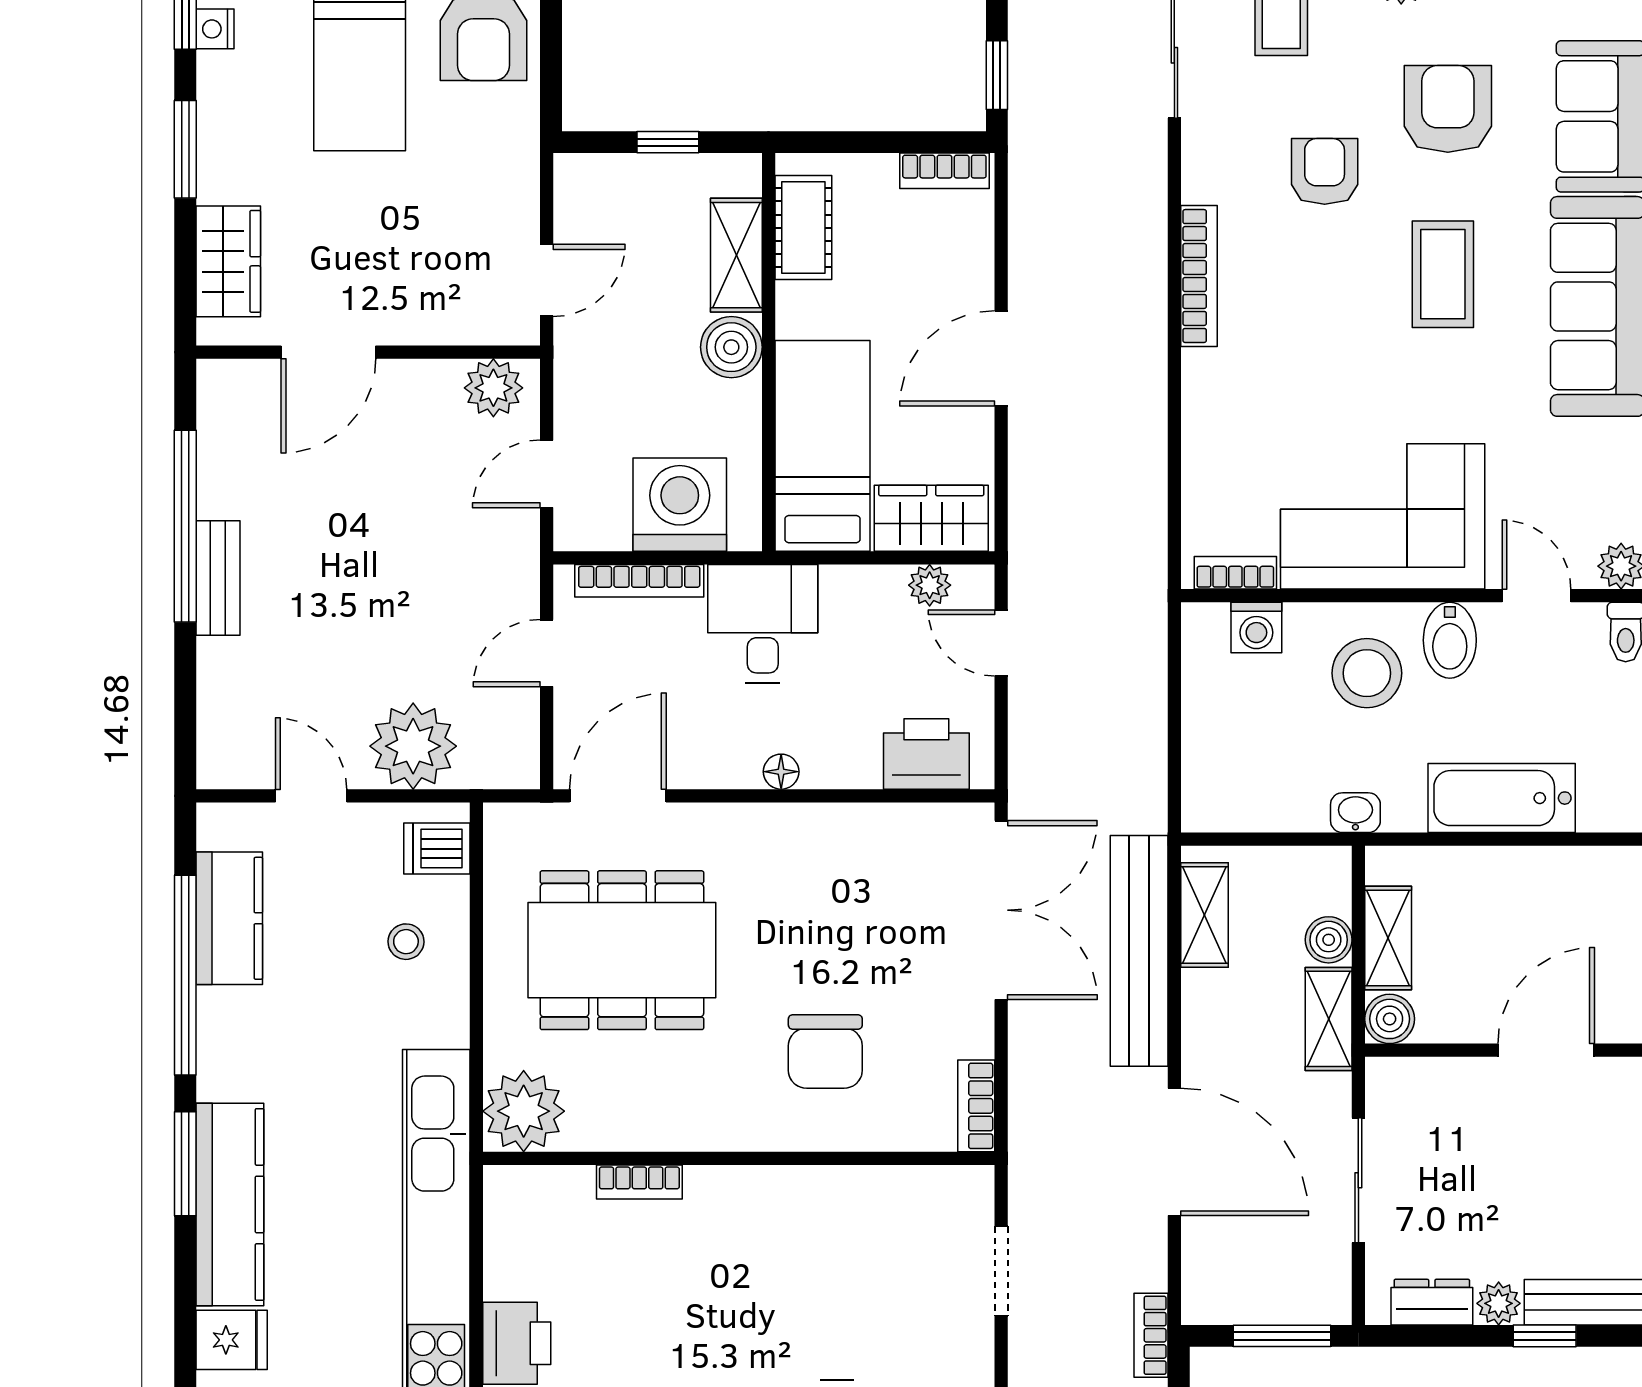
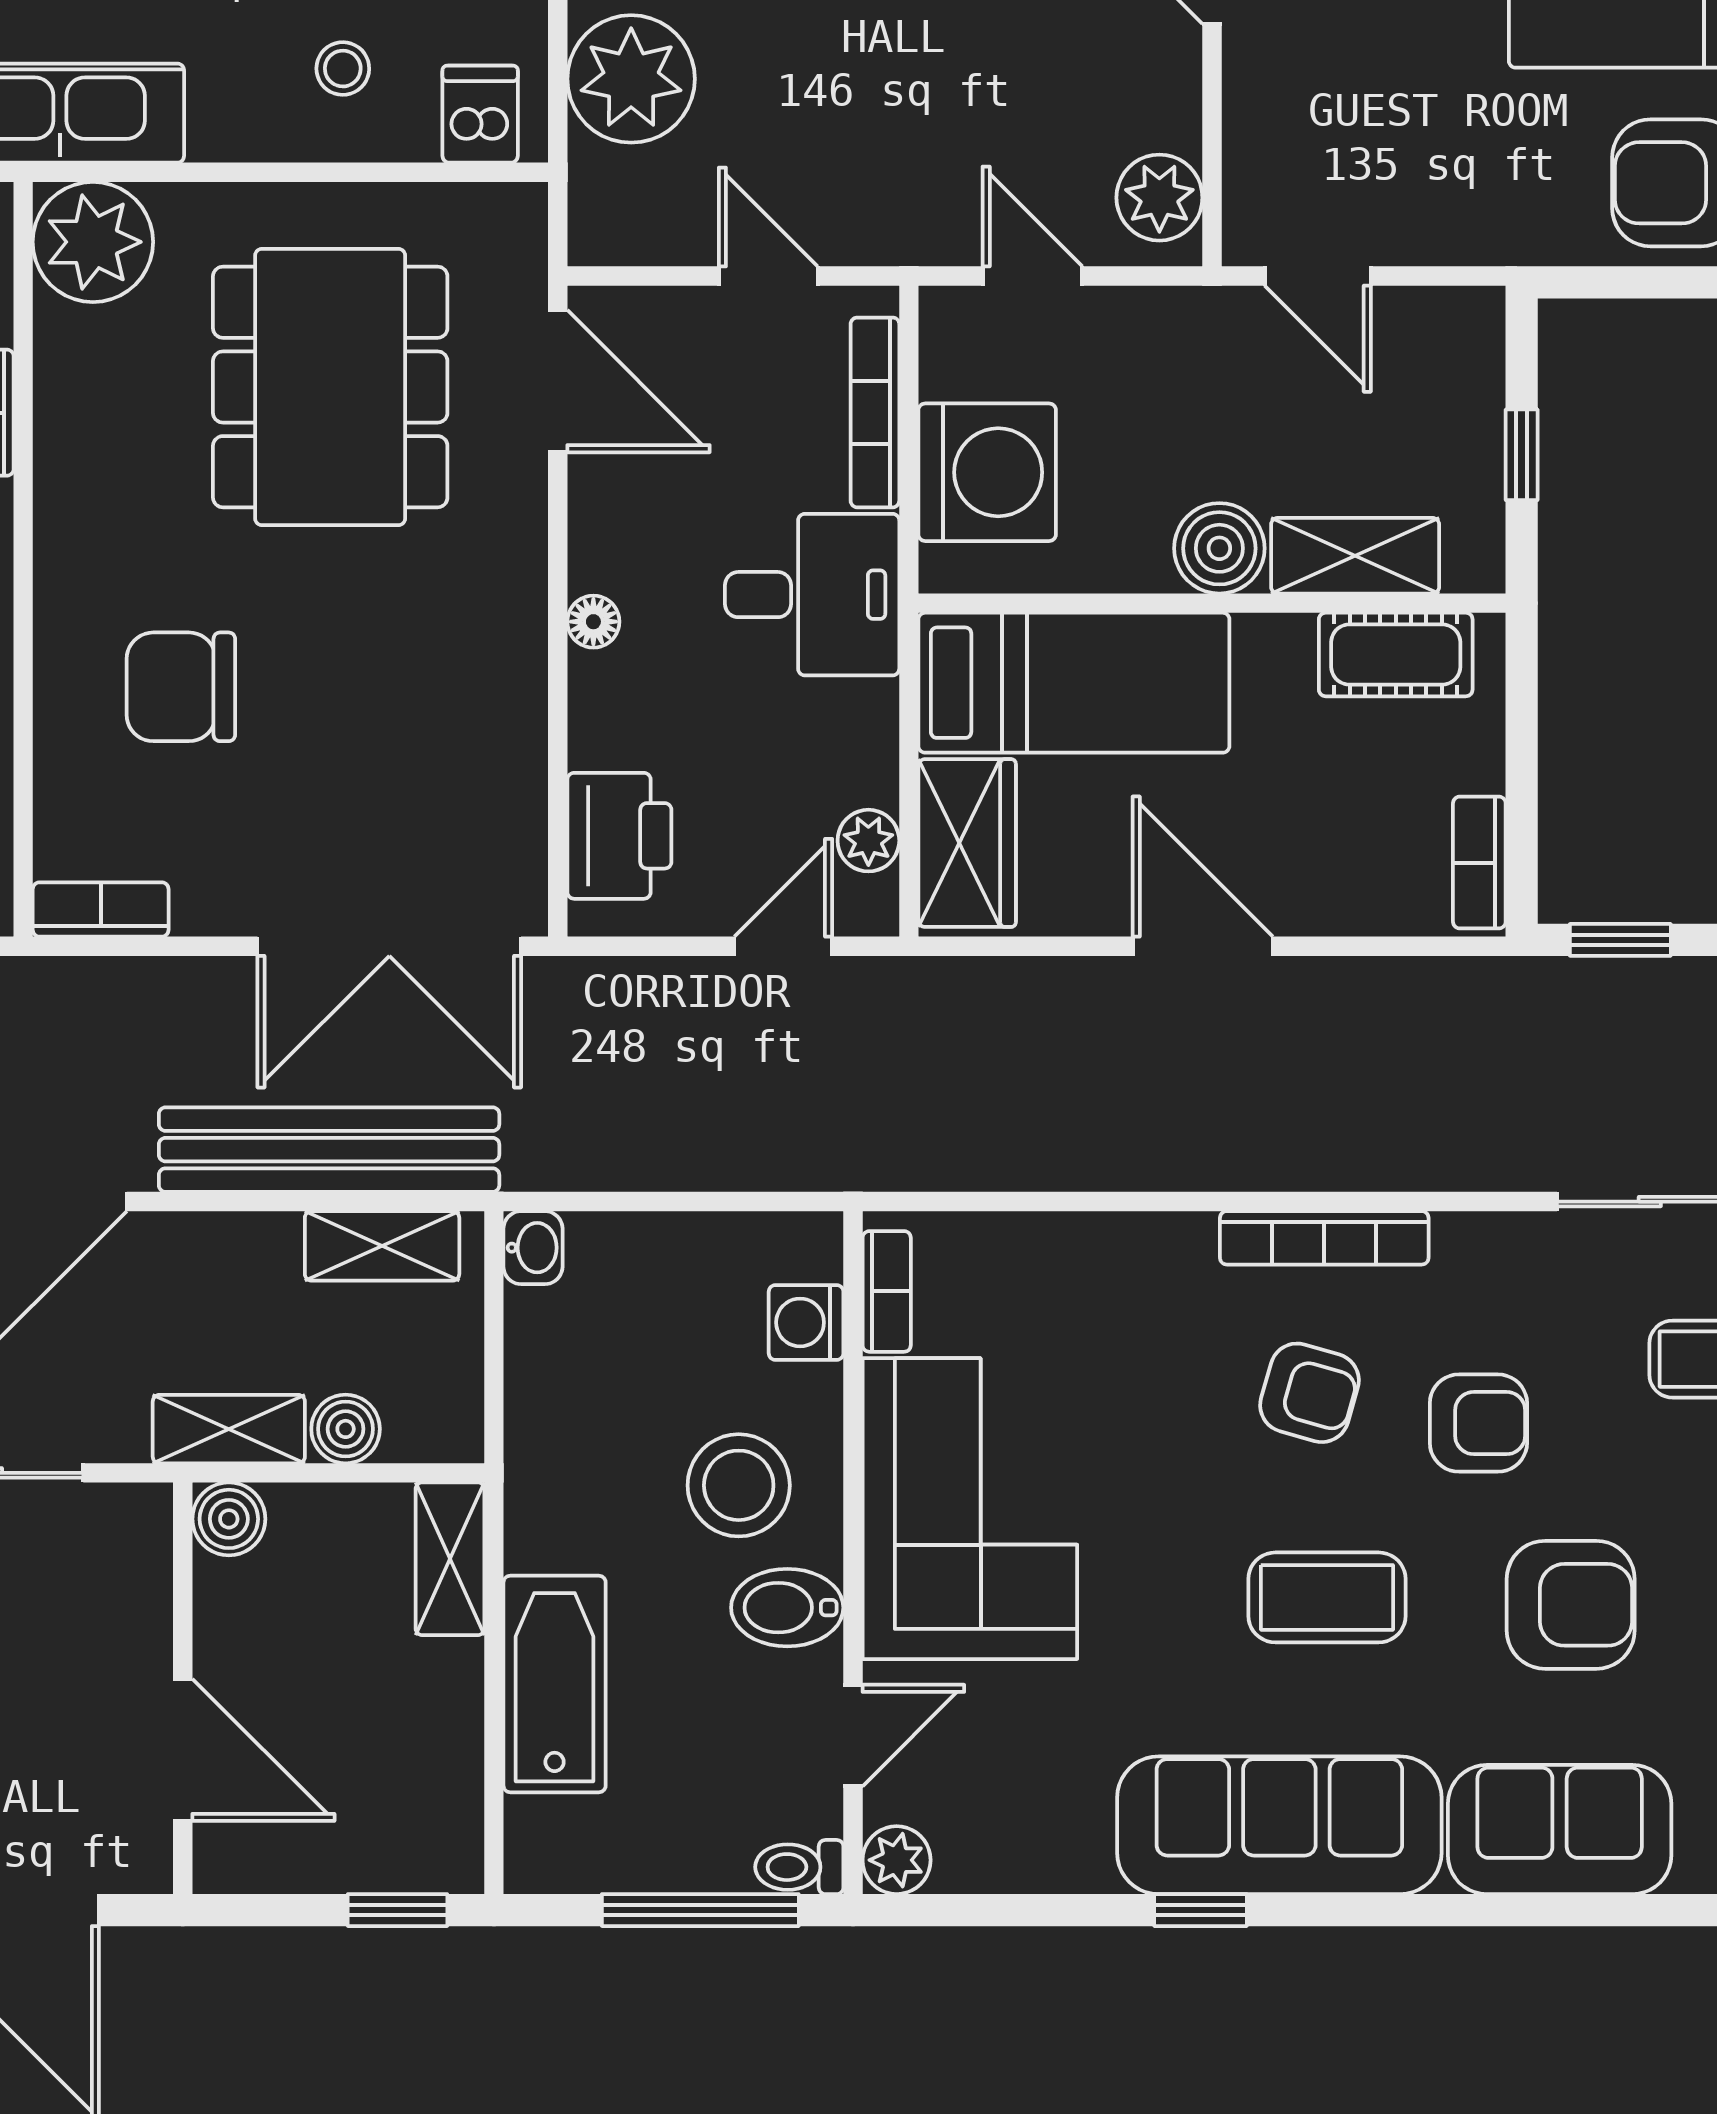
armchair: (1304, 286) -> (1309, 1393), added
washbasin: (1355, 813) -> (533, 1248), moved
shelving: (1388, 938) -> (450, 1559), moved, turned 90

